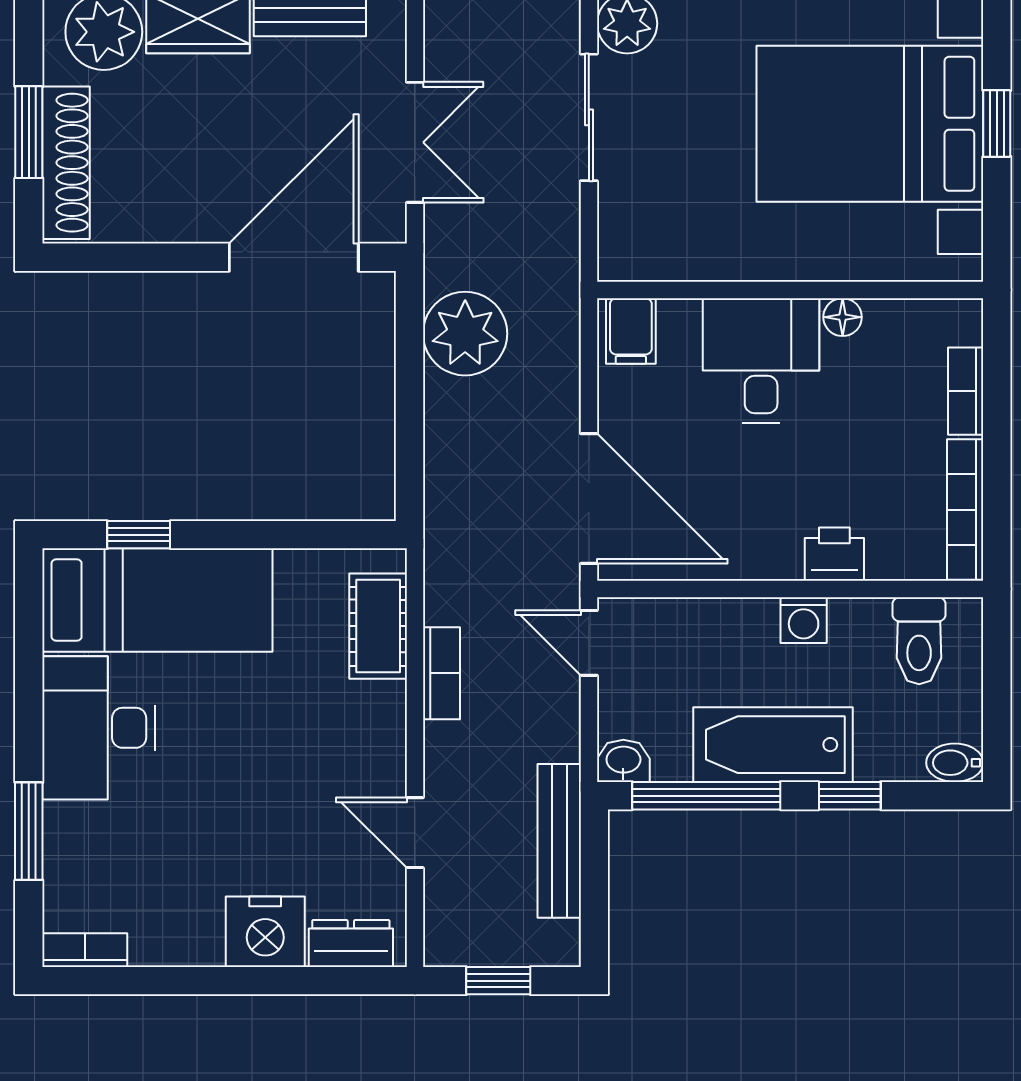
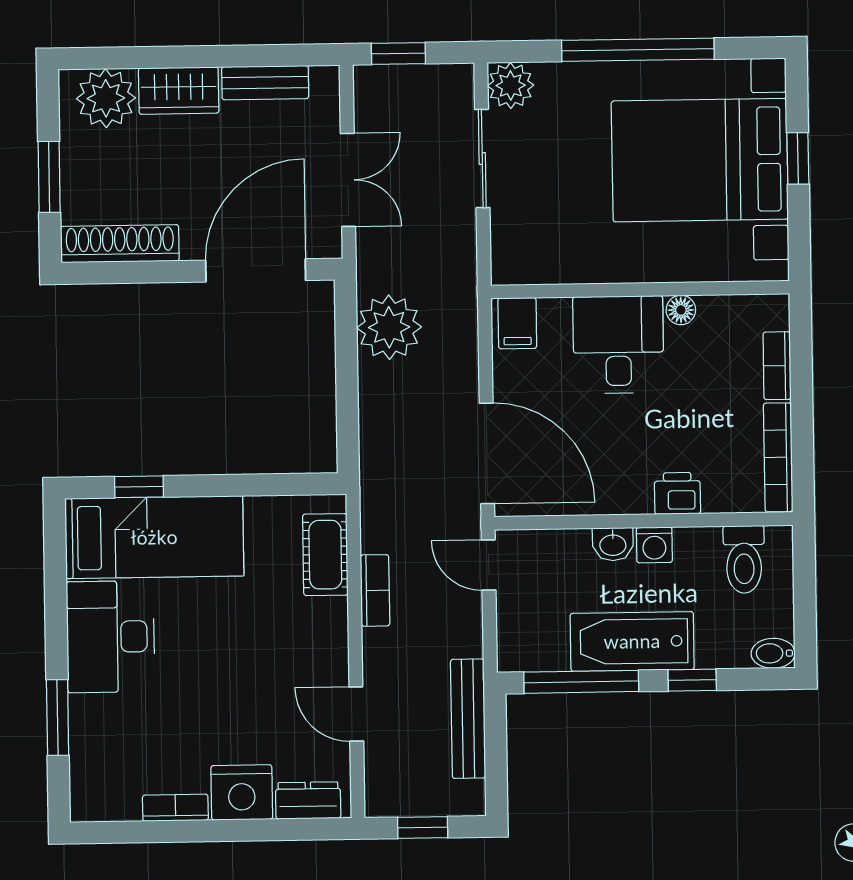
shoe rack: (66, 163) -> (120, 244), moved, turned -90
washbasin: (623, 761) -> (613, 544), moved, turned 180
bookcase: (85, 950) -> (175, 808), moved

